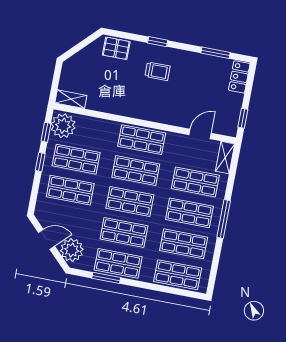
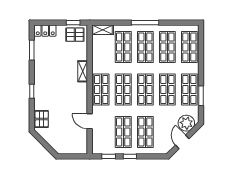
trolley: (158, 71) -> (52, 88), removed
shelving: (71, 99) -> (83, 71), moved
pallet: (226, 117) -> (75, 35), added
plant: (63, 126) -> (102, 145), removed
door: (200, 134) -> (90, 121), moved

